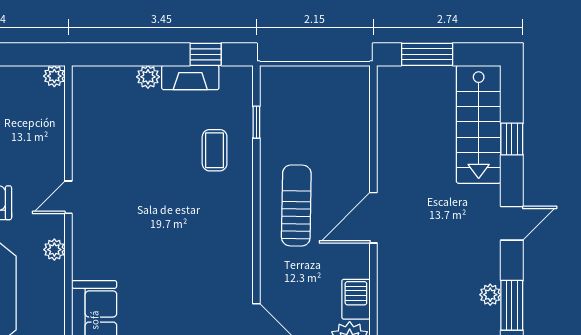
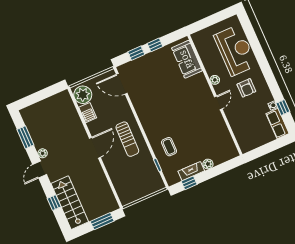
plant: (54, 76) -> (245, 148), removed
plant: (490, 295) -> (43, 153), moved

